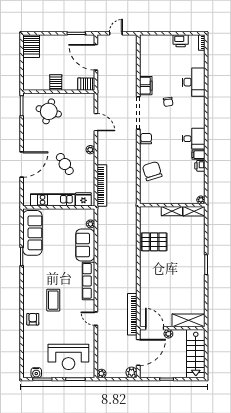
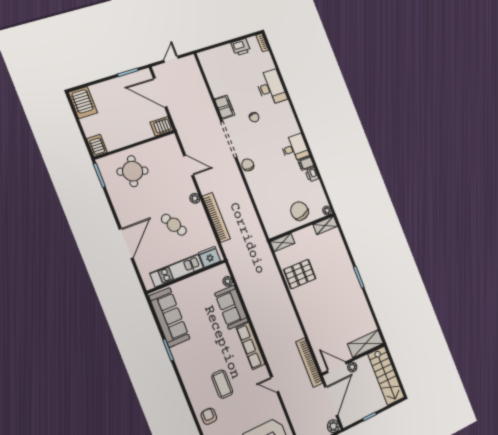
server rack: (56, 82) -> (97, 145), moved
chair: (152, 171) -> (299, 211), moved
bookcase: (102, 185) -> (216, 218), moved
shelving: (172, 211) -> (283, 242), moved

